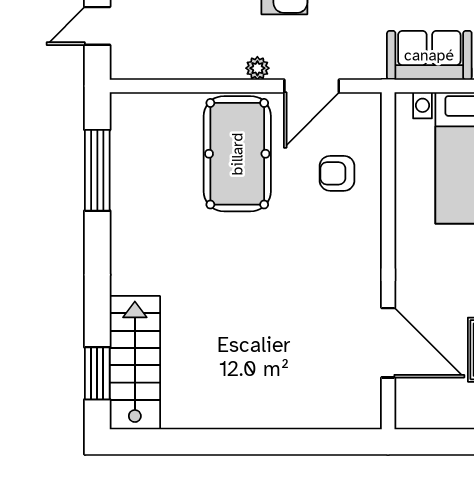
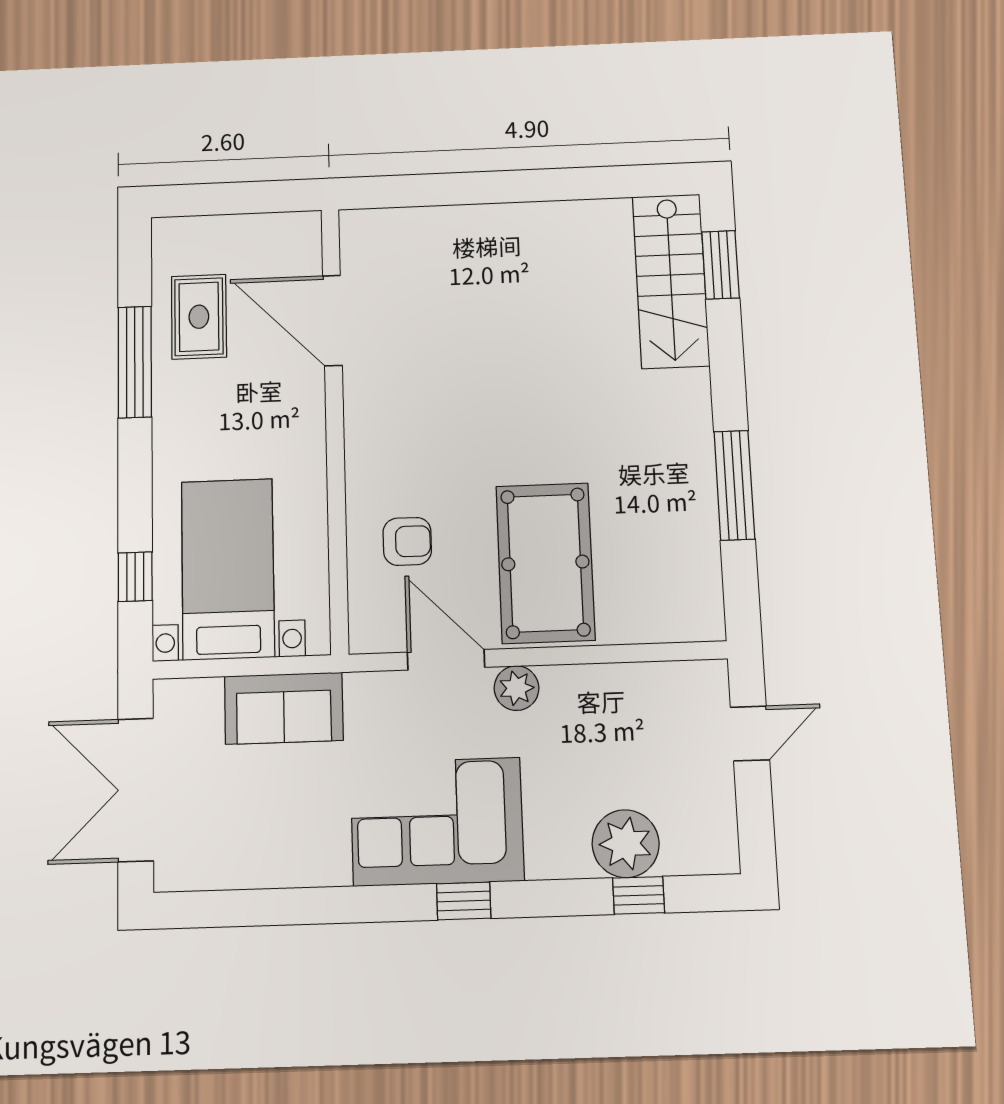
plant: (257, 68) -> (516, 688), width x1.38, depth x1.38
door: (312, 86) -> (446, 660), hinge flipped
window: (97, 170) -> (734, 485), moved

